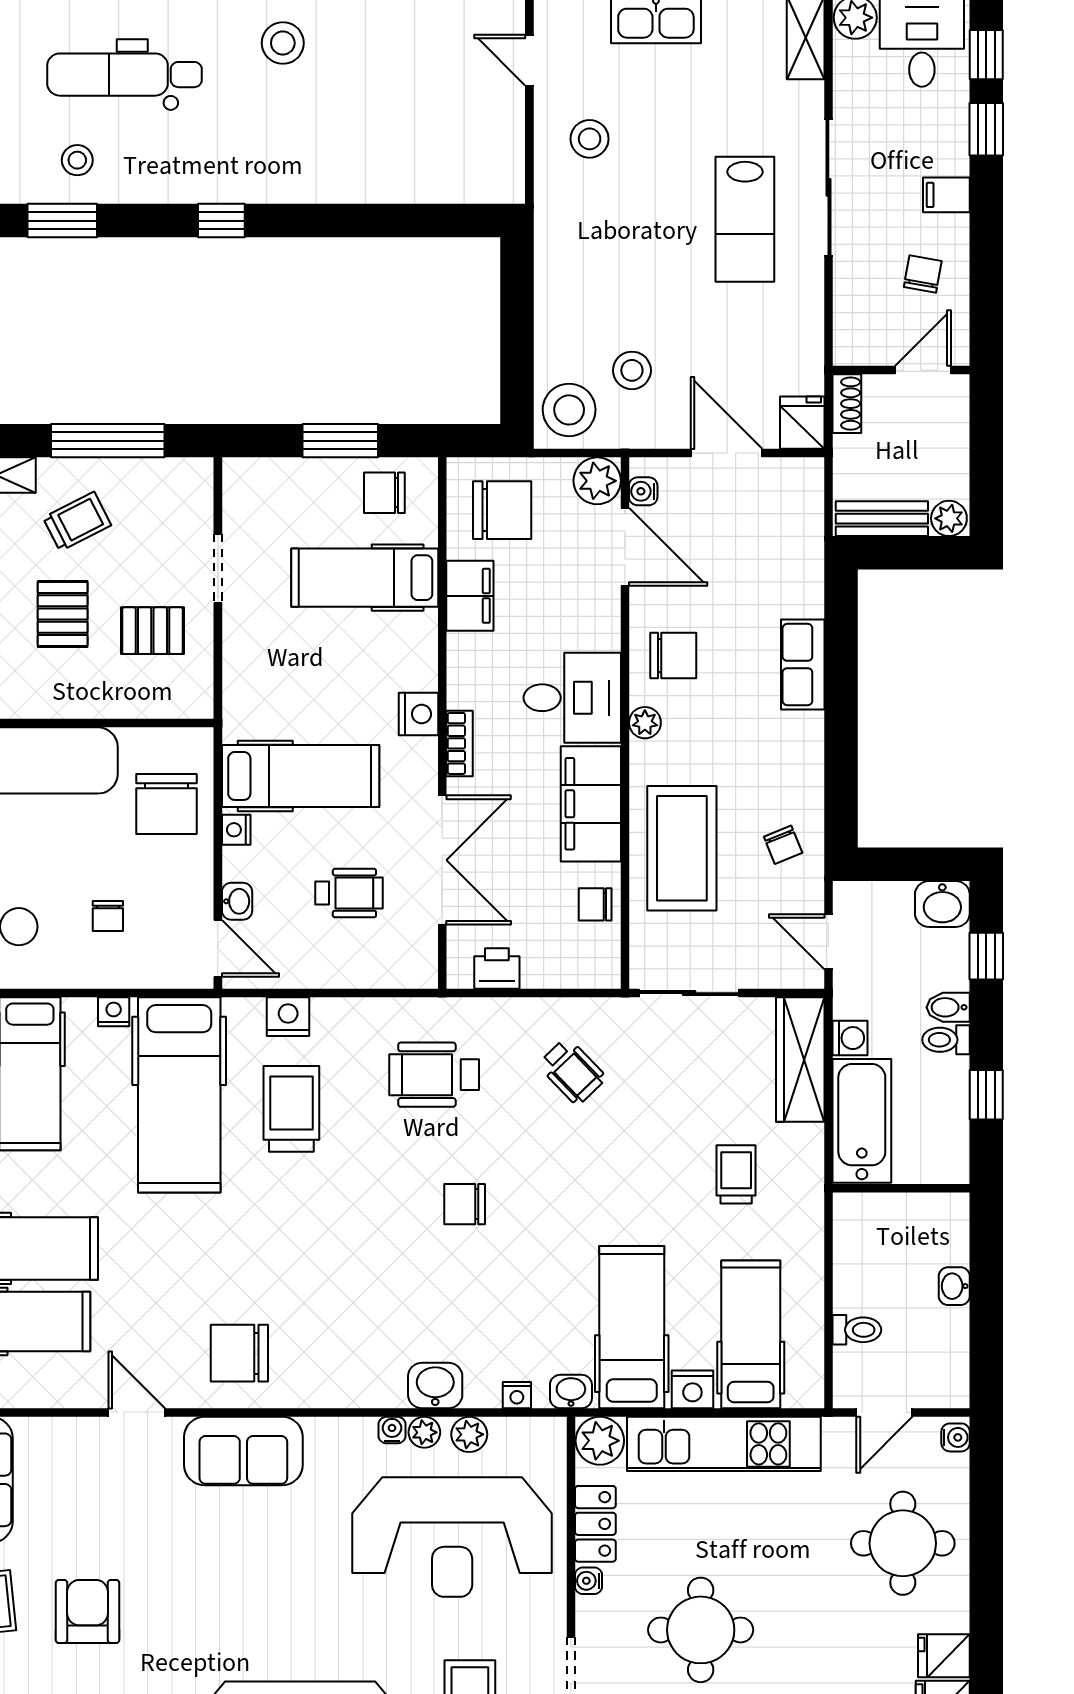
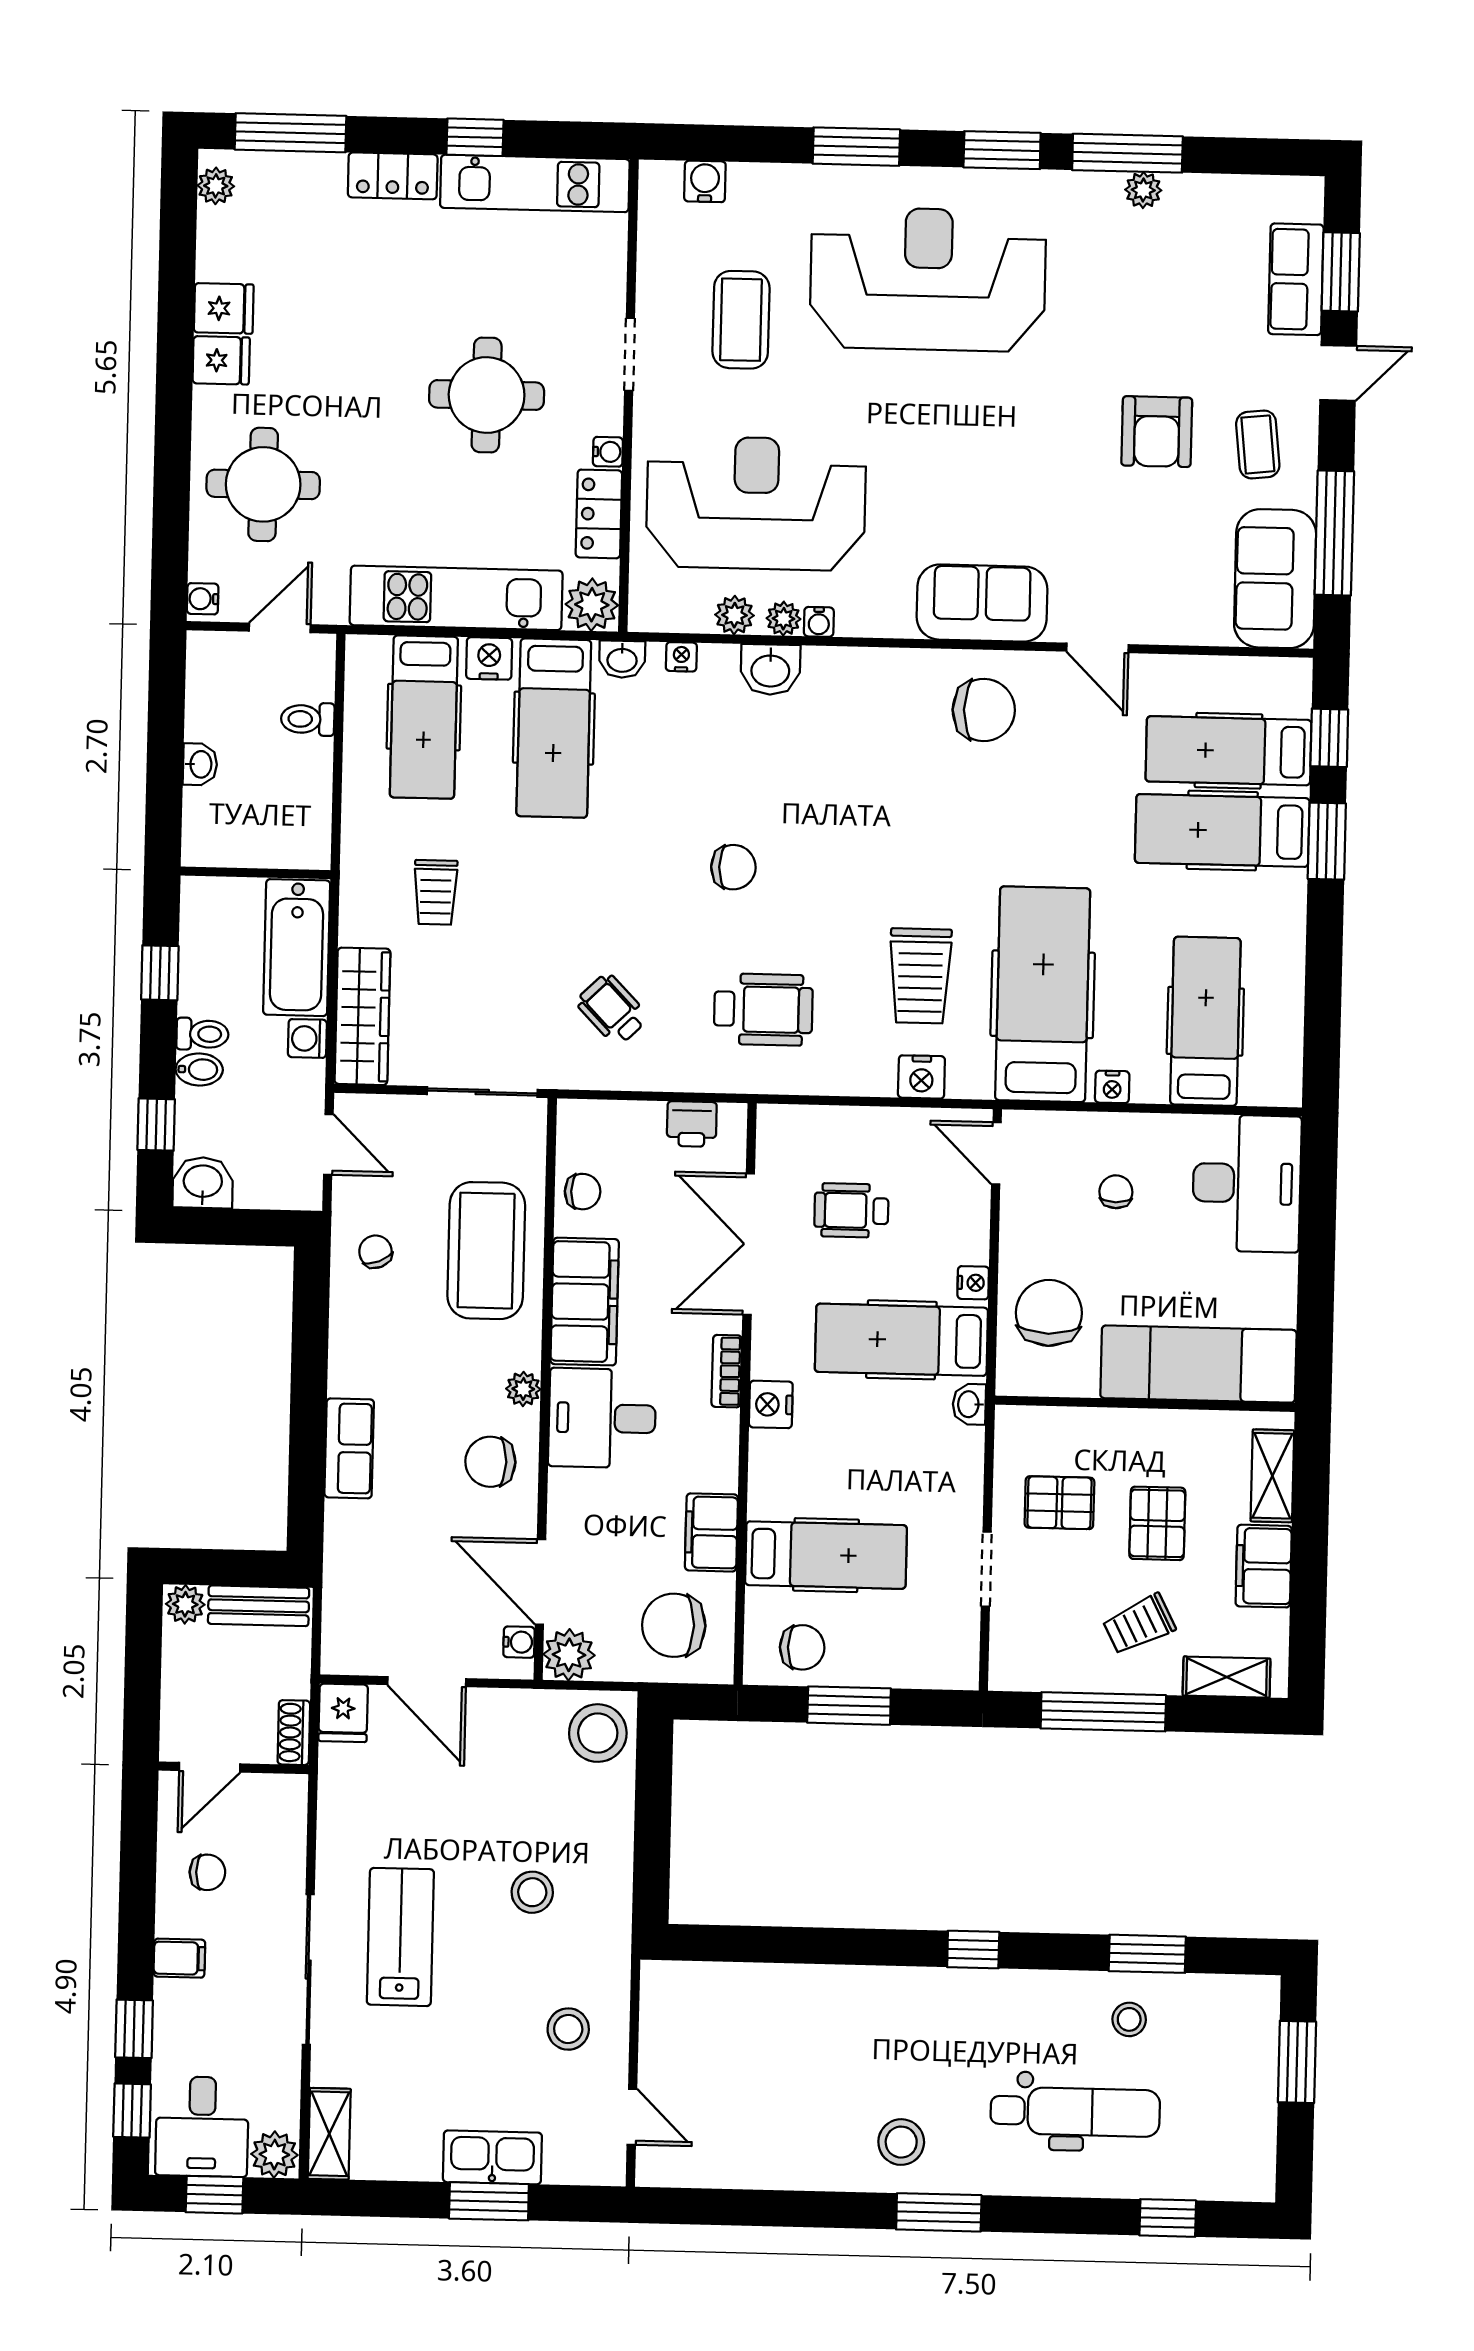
chair: (923, 274) -> (207, 1872), turned -100
stool: (632, 370) -> (532, 1892), moved
washbasin: (237, 901) -> (969, 1404), moved

